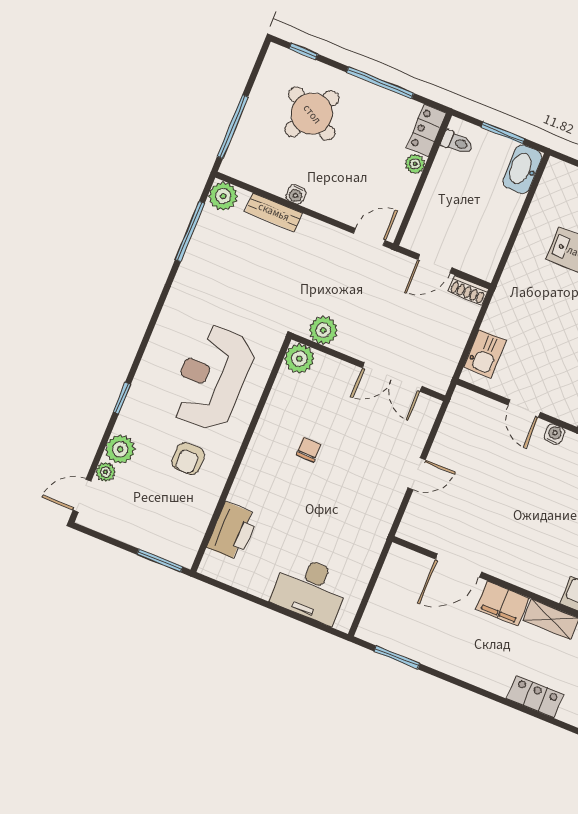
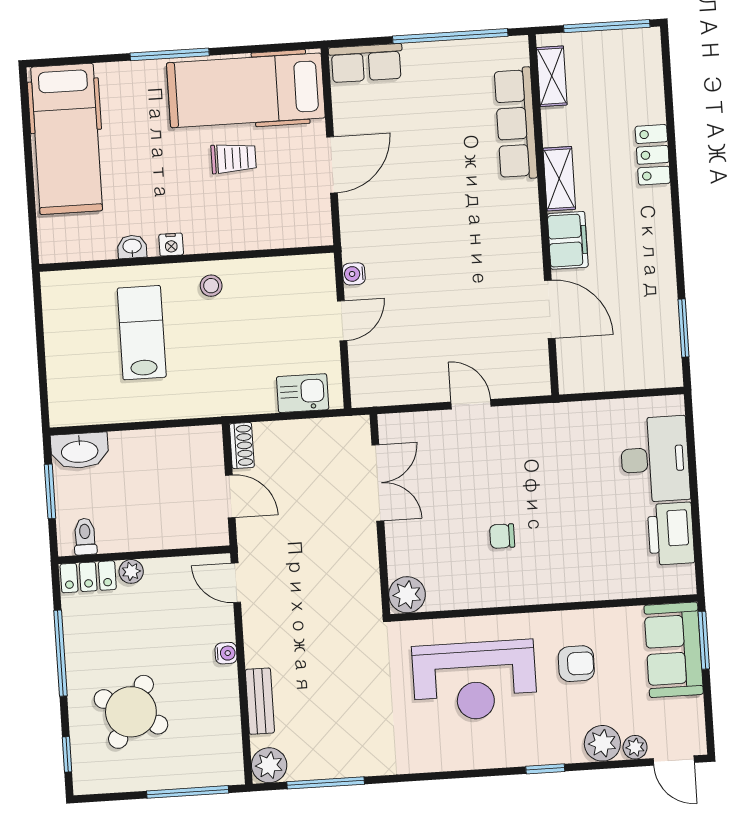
water cooler: (296, 194) -> (226, 653), moved
plant: (323, 330) -> (363, 584), removed
printer: (232, 531) -> (671, 534), moved, turned -90
sofa: (164, 535) -> (674, 650), added

